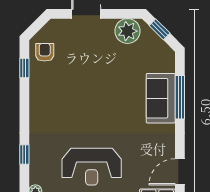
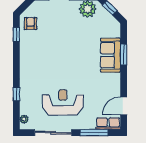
window: (180, 97) -> (124, 55), width x0.69
reception desk: (92, 167) -> (63, 102), turned 180

